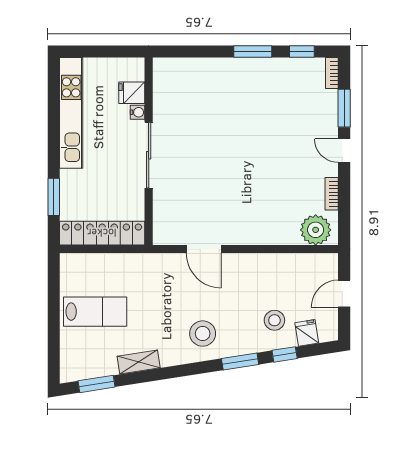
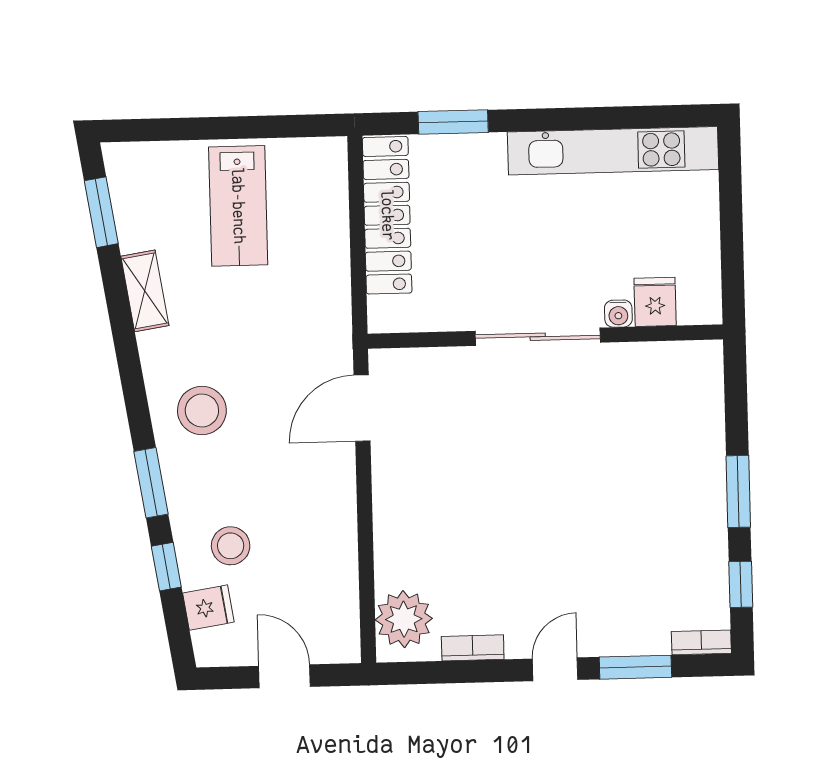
fridge: (132, 93) -> (655, 302), moved
water cooler: (137, 112) -> (618, 314), moved
wall: (149, 151) -> (545, 337), moved
sliding door: (149, 155) -> (538, 337), moved

